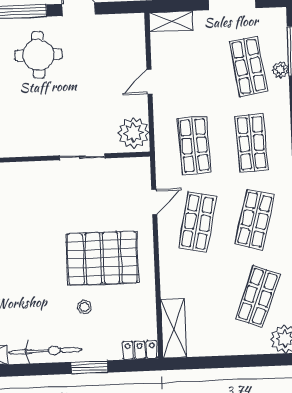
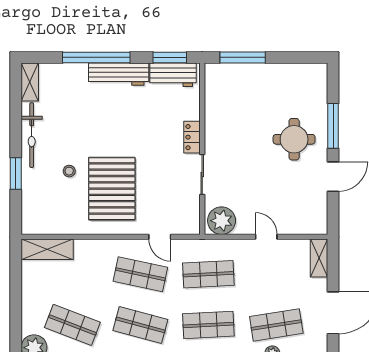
locker: (140, 350) -> (192, 137), moved, turned 180

